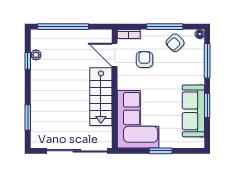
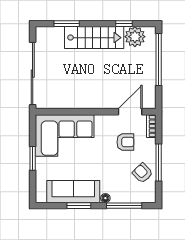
floor lamp: (200, 34) -> (105, 198), moved
plant: (36, 55) -> (135, 37), width x1.87, depth x1.87
stairs: (101, 97) -> (94, 38), moved, turned 180

